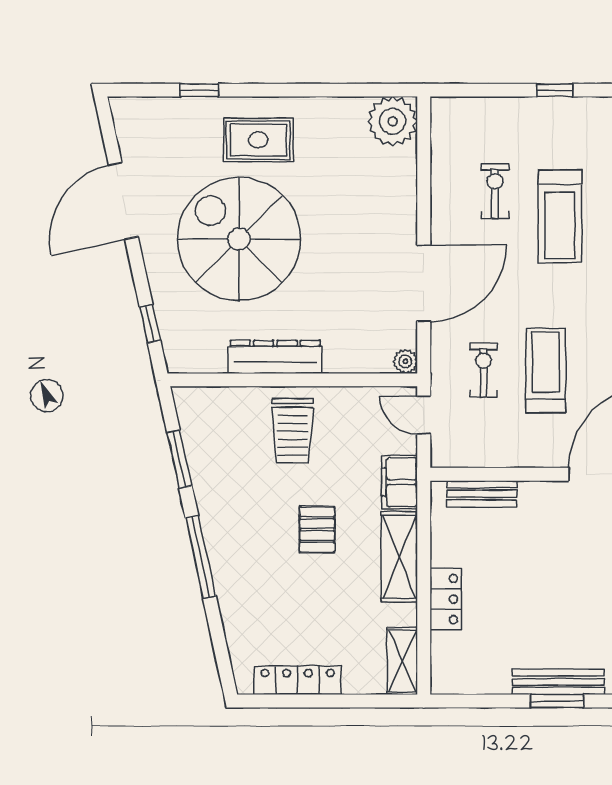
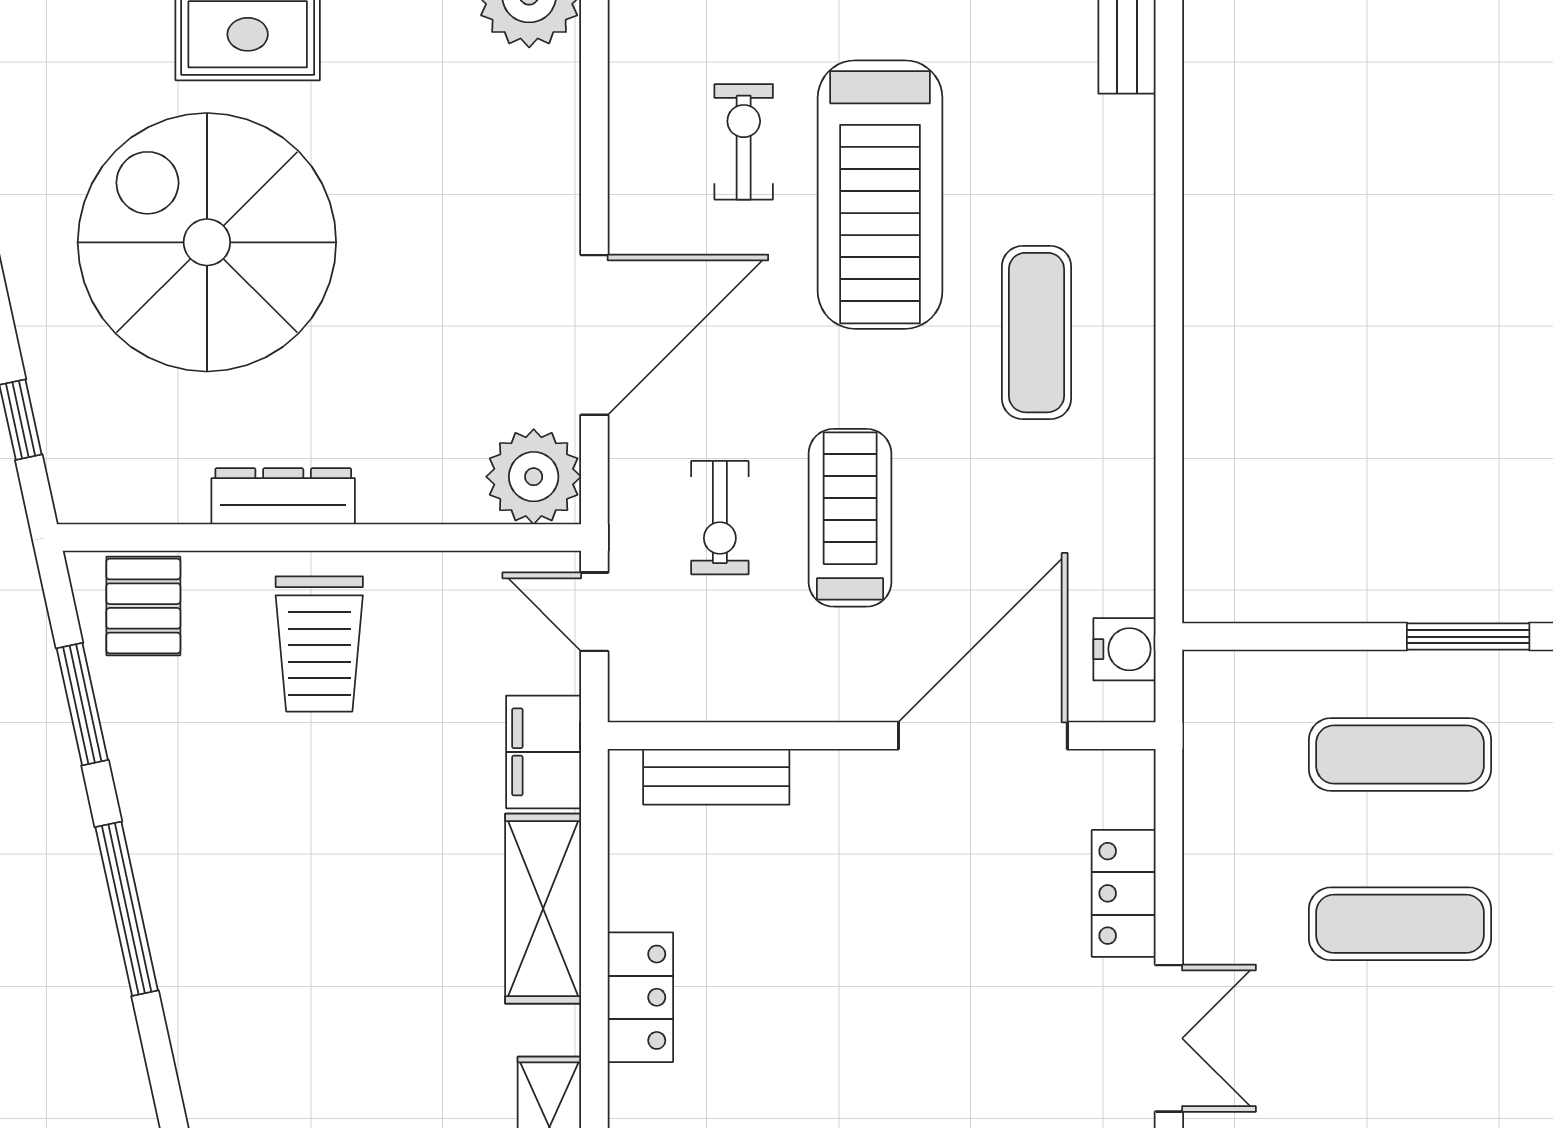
treadmill: (560, 216) -> (880, 195), width x1.37, depth x1.38
dresser: (275, 357) -> (283, 496), width x0.73, depth x0.80
plant: (405, 361) -> (534, 477), width x1.87, depth x1.87
exercise bike: (484, 370) -> (720, 518), turned 180
pallet: (317, 529) -> (143, 606), moved

